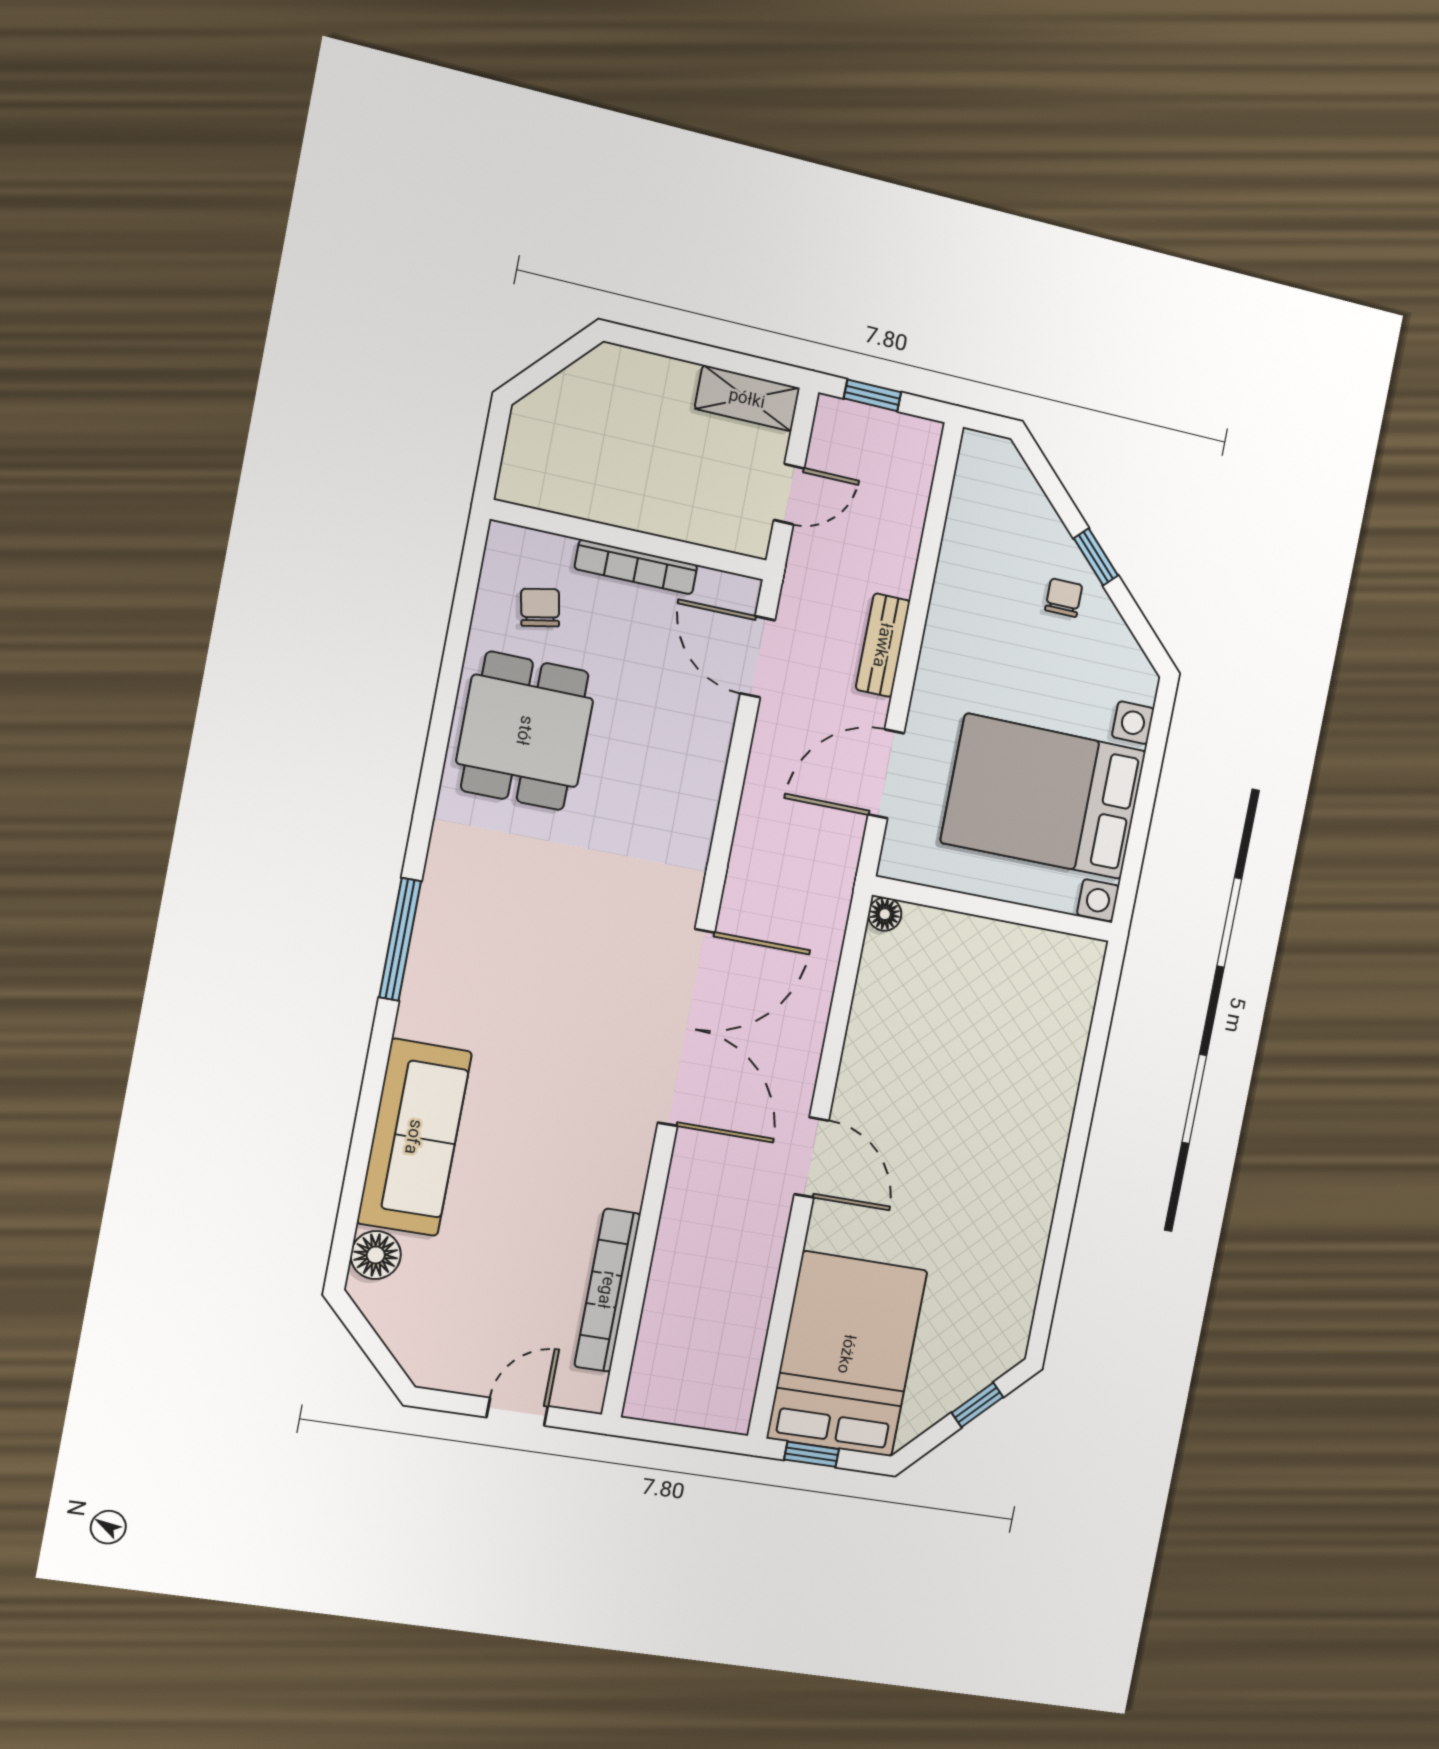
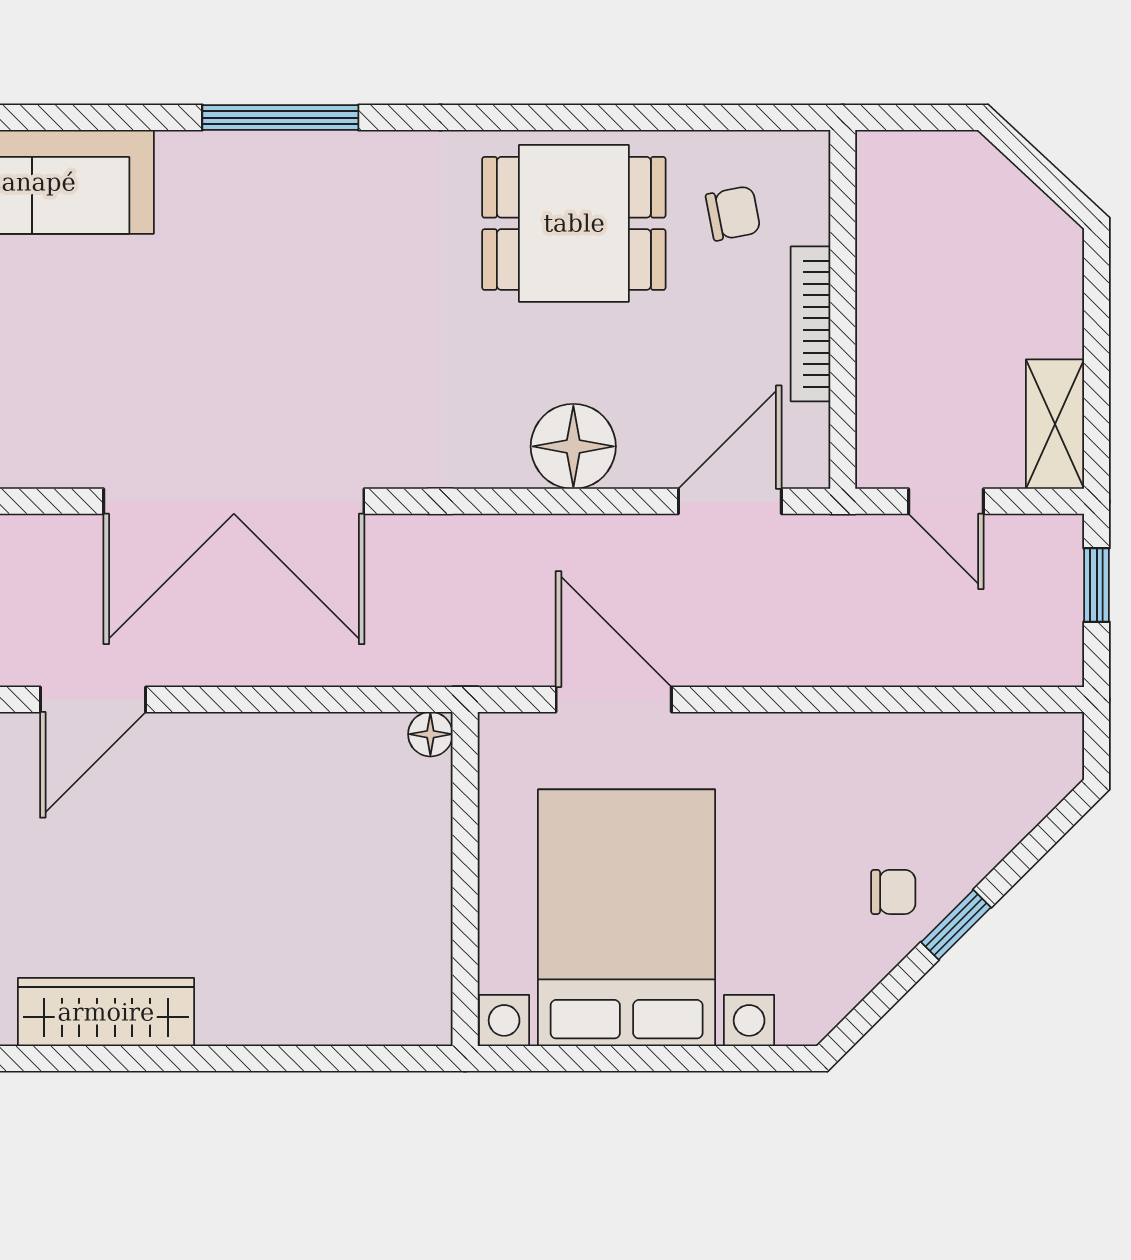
bench: (883, 645) -> (780, 662), removed
floor lamp: (694, 766) -> (573, 446), added
wardrobe: (1036, 1186) -> (106, 1012), added

